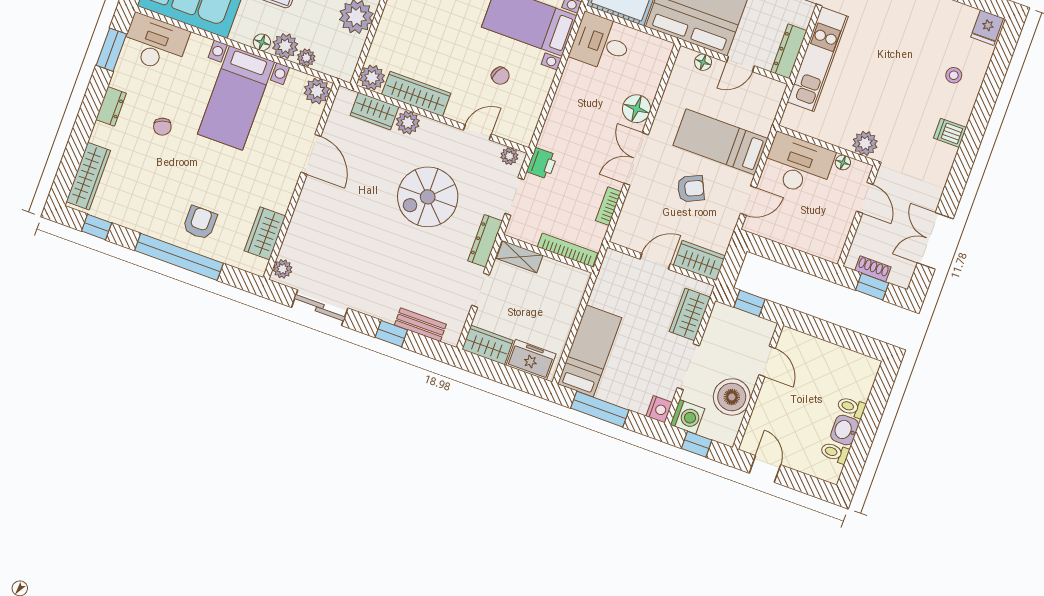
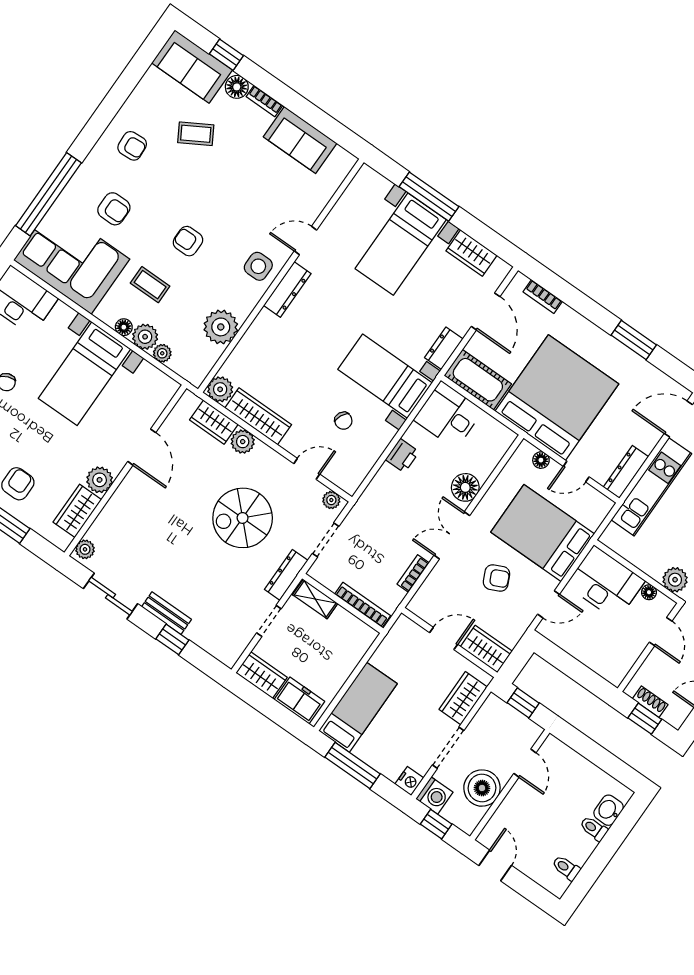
plant: (317, 91) -> (100, 480), moved
bed: (720, 142) -> (543, 533), width x1.50
printer: (542, 163) -> (402, 456), moved
bench: (420, 325) -> (166, 613), moved
washbasin: (845, 430) -> (609, 810), moved

